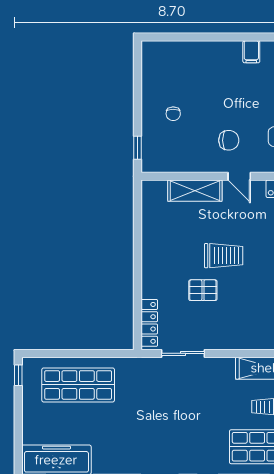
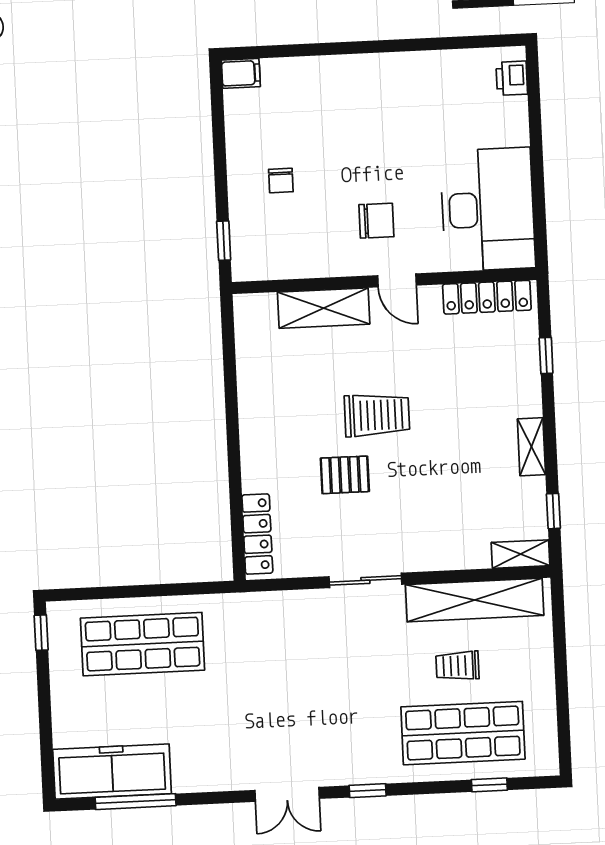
filing cabinet: (251, 52) -> (241, 73), moved, turned -90
sliding door: (183, 353) -> (365, 580), moved

